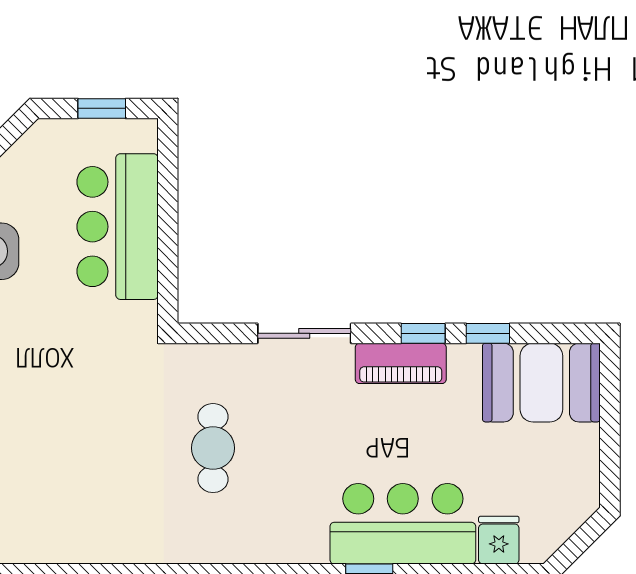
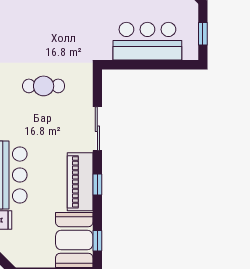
window: (488, 333) -> (97, 241), moved
piano: (401, 363) -> (80, 182), width x1.37, depth x1.33

